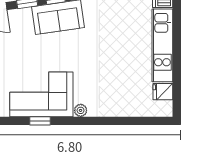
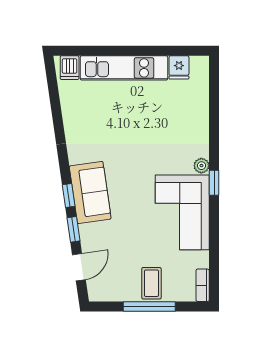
window: (40, 121) -> (214, 183), moved

